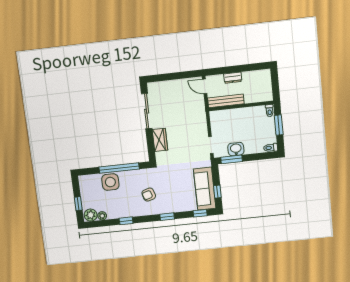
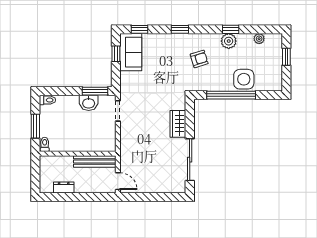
dresser: (233, 78) -> (64, 187), moved
sofa: (205, 189) -> (131, 52), width x0.73
plant: (91, 215) -> (229, 41), moved

